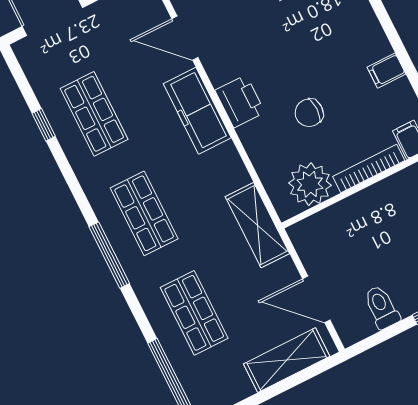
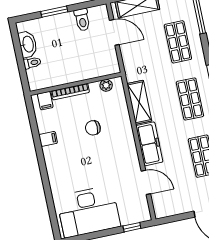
printer: (240, 101) -> (126, 143), removed
chair: (309, 113) -> (93, 128), turned 180
plant: (310, 184) -> (106, 85), width x0.53, depth x0.53
shelving: (257, 225) -> (139, 102), moved

